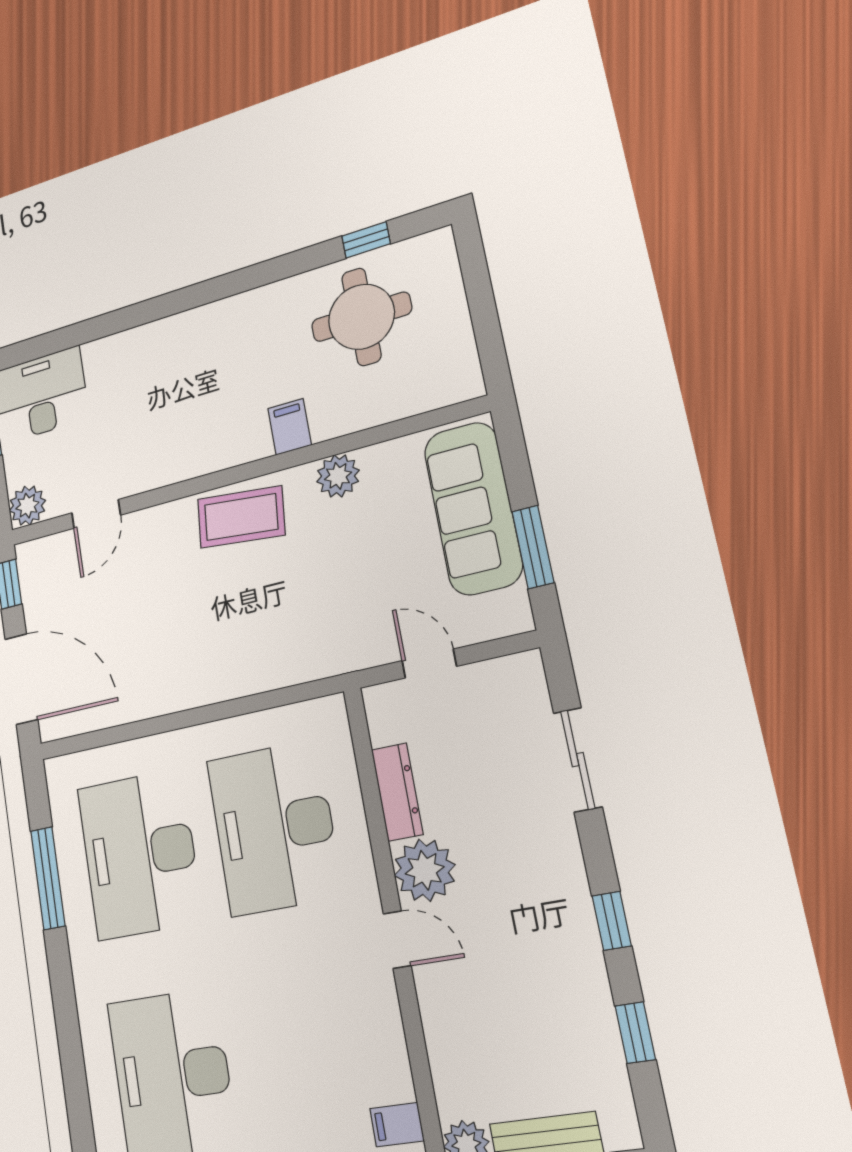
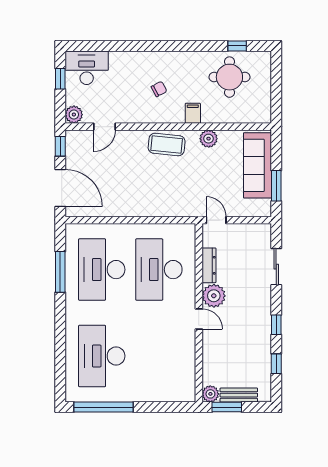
chair: (202, 394) -> (159, 89), added
door: (429, 664) -> (216, 220), moved
filing cabinet: (397, 1125) -> (187, 384), removed

